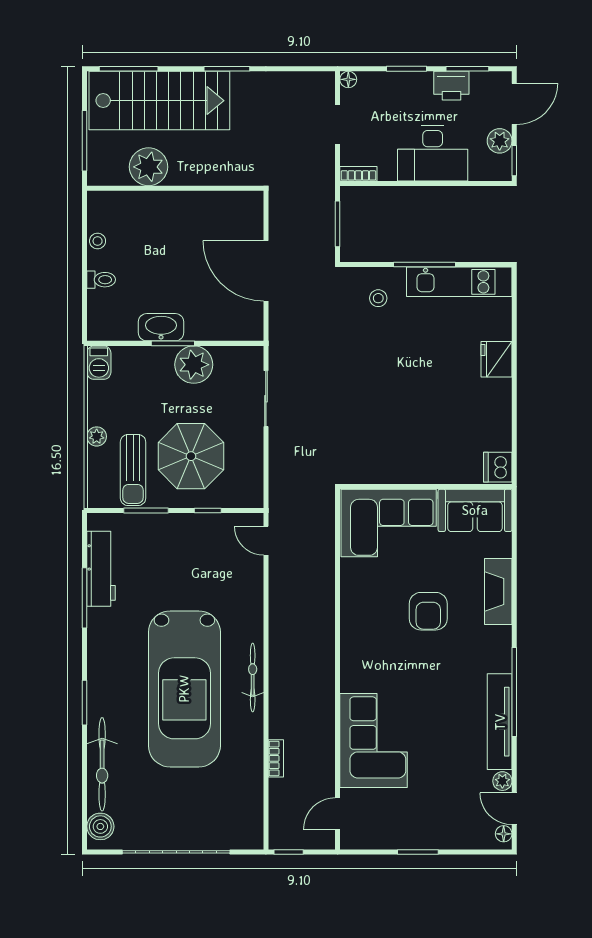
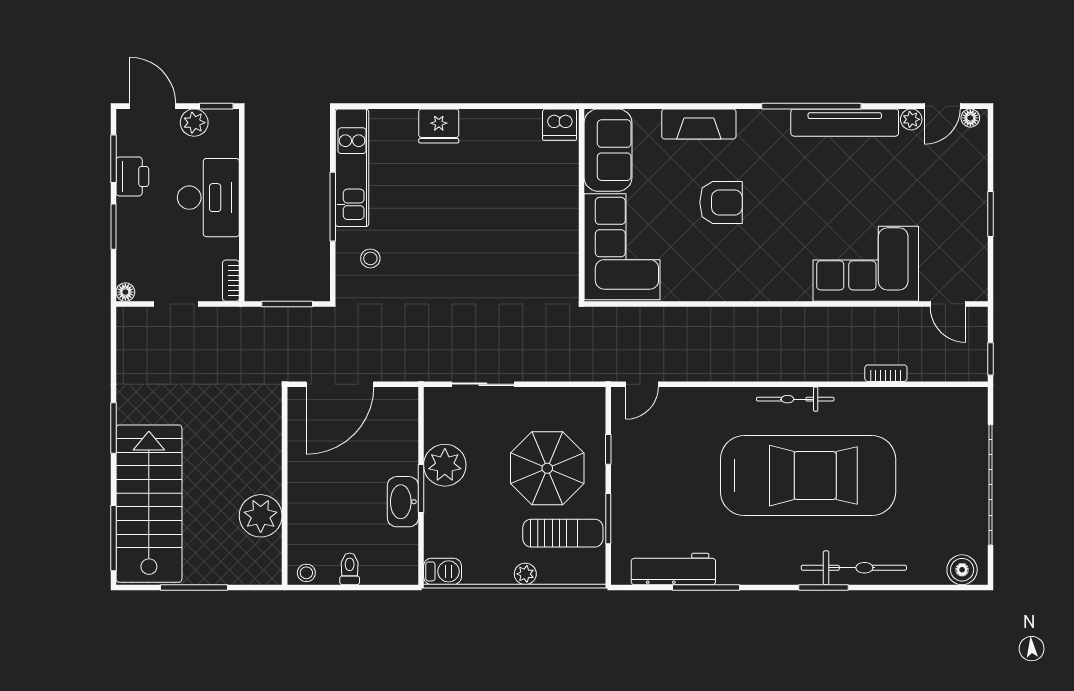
plant: (148, 167) -> (261, 516), moved
wall: (175, 188) -> (285, 486), moved
bicycle: (102, 764) -> (854, 568), moved

